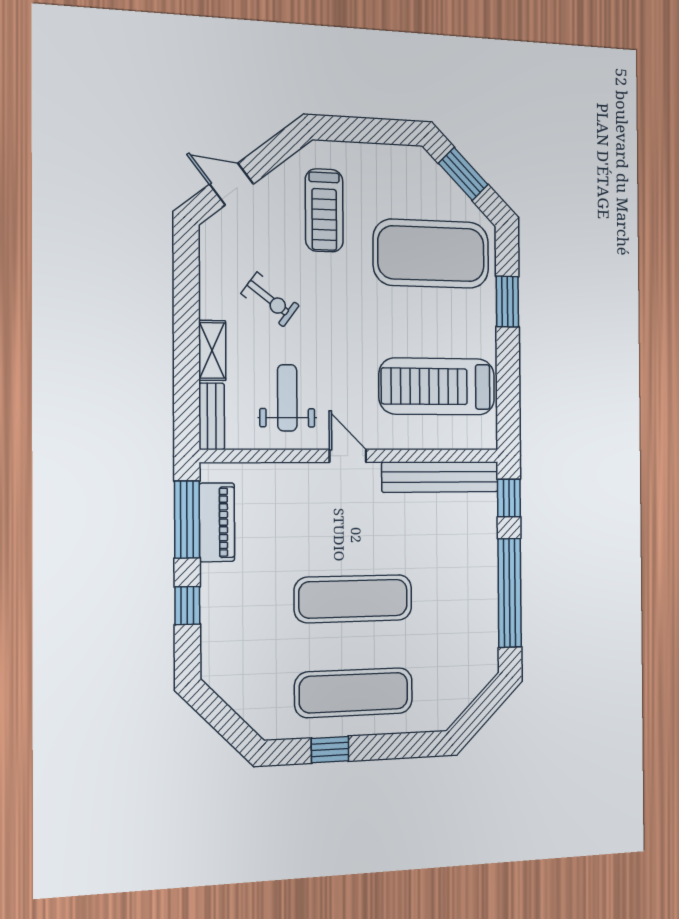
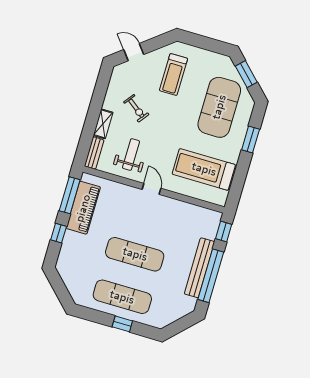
exercise mat: (431, 254) -> (219, 107), turned 90
bench: (440, 477) -> (199, 268), moved, turned 90
piano: (217, 522) -> (83, 208), width x1.37, depth x1.33
window: (330, 750) -> (122, 324), moved

